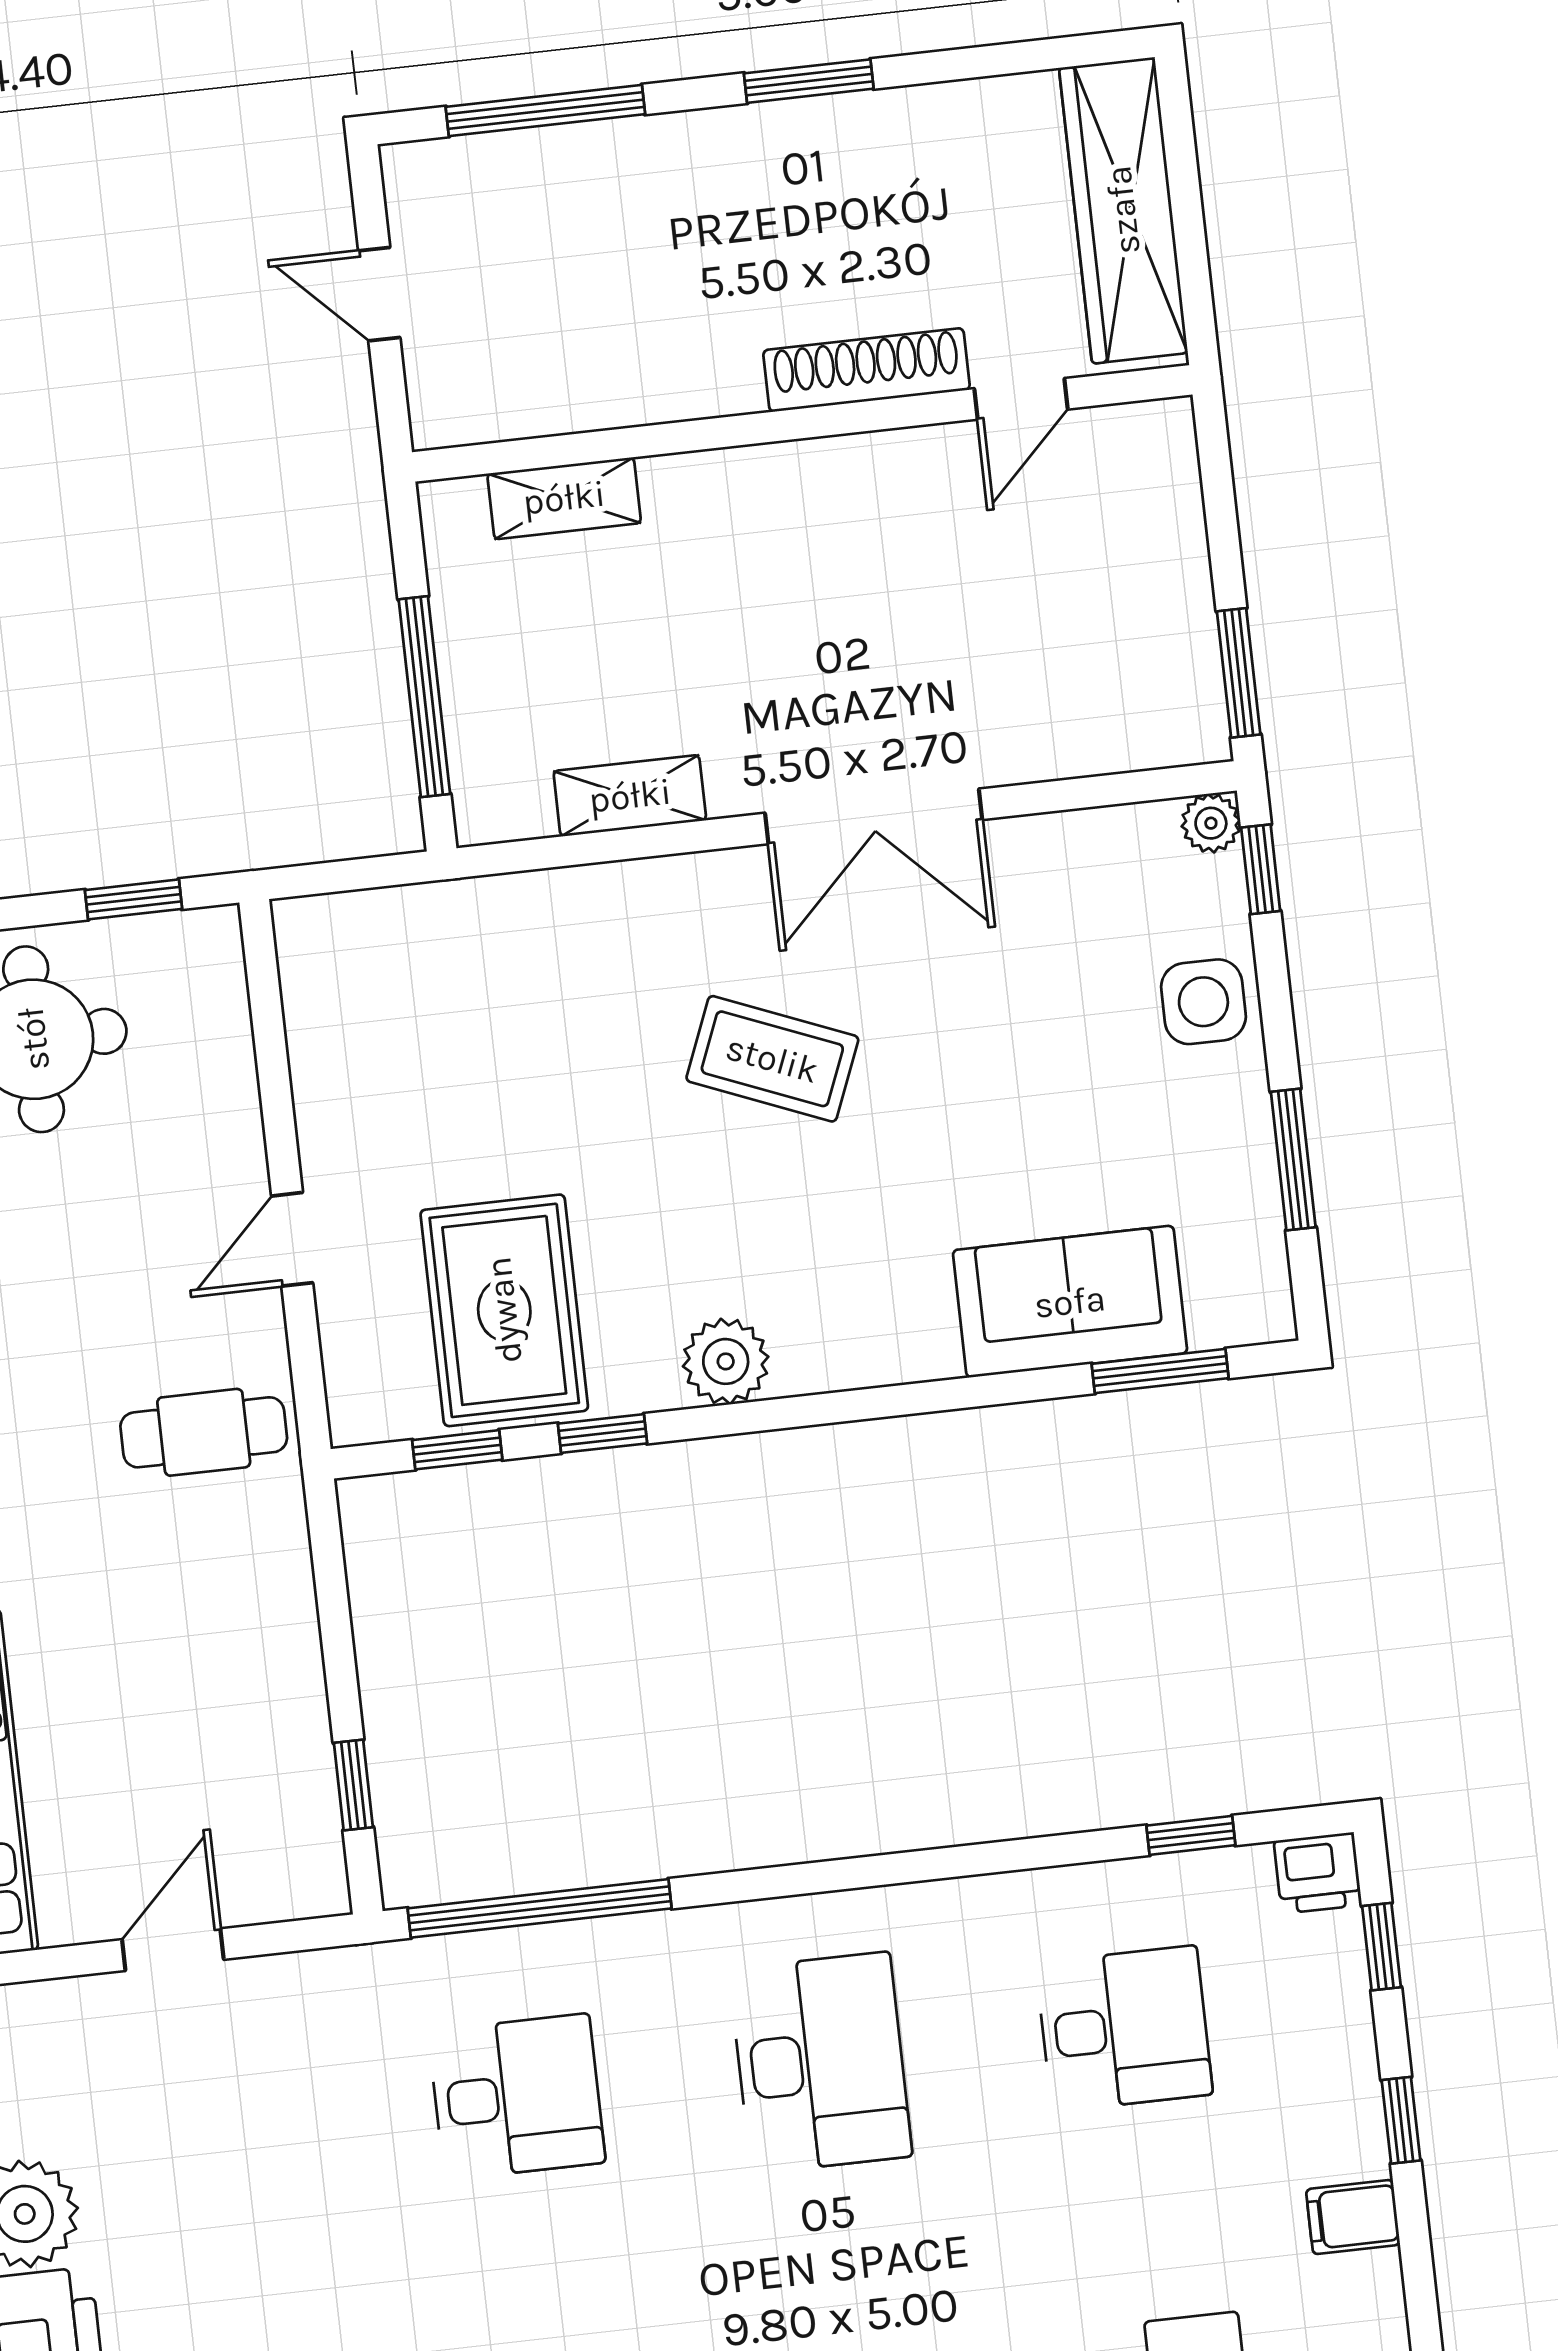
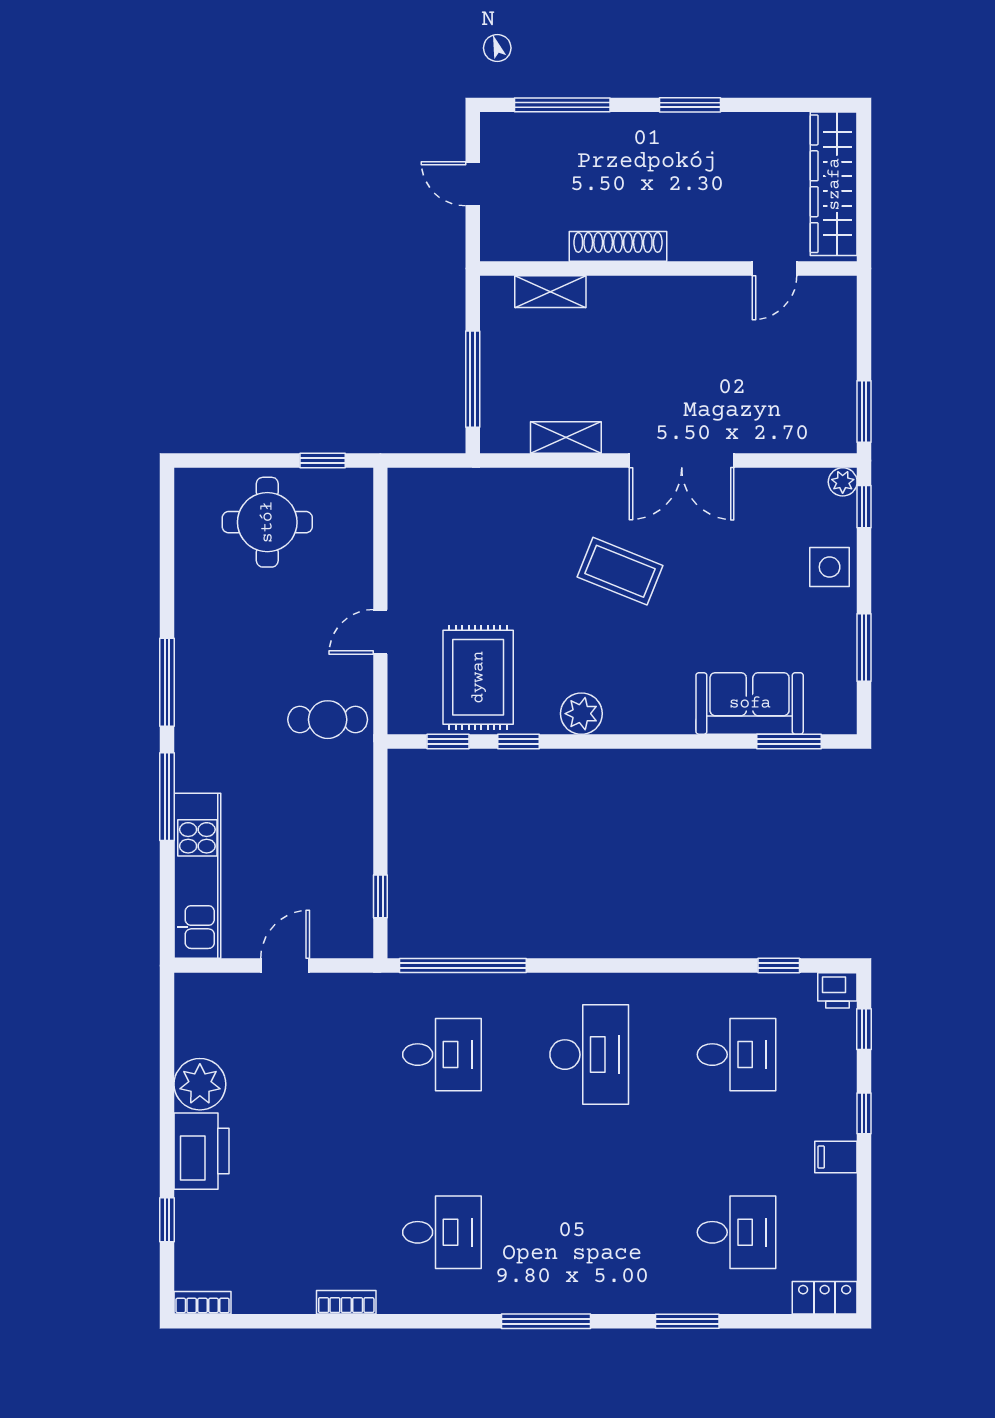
shoe rack: (867, 370) -> (618, 246), moved

